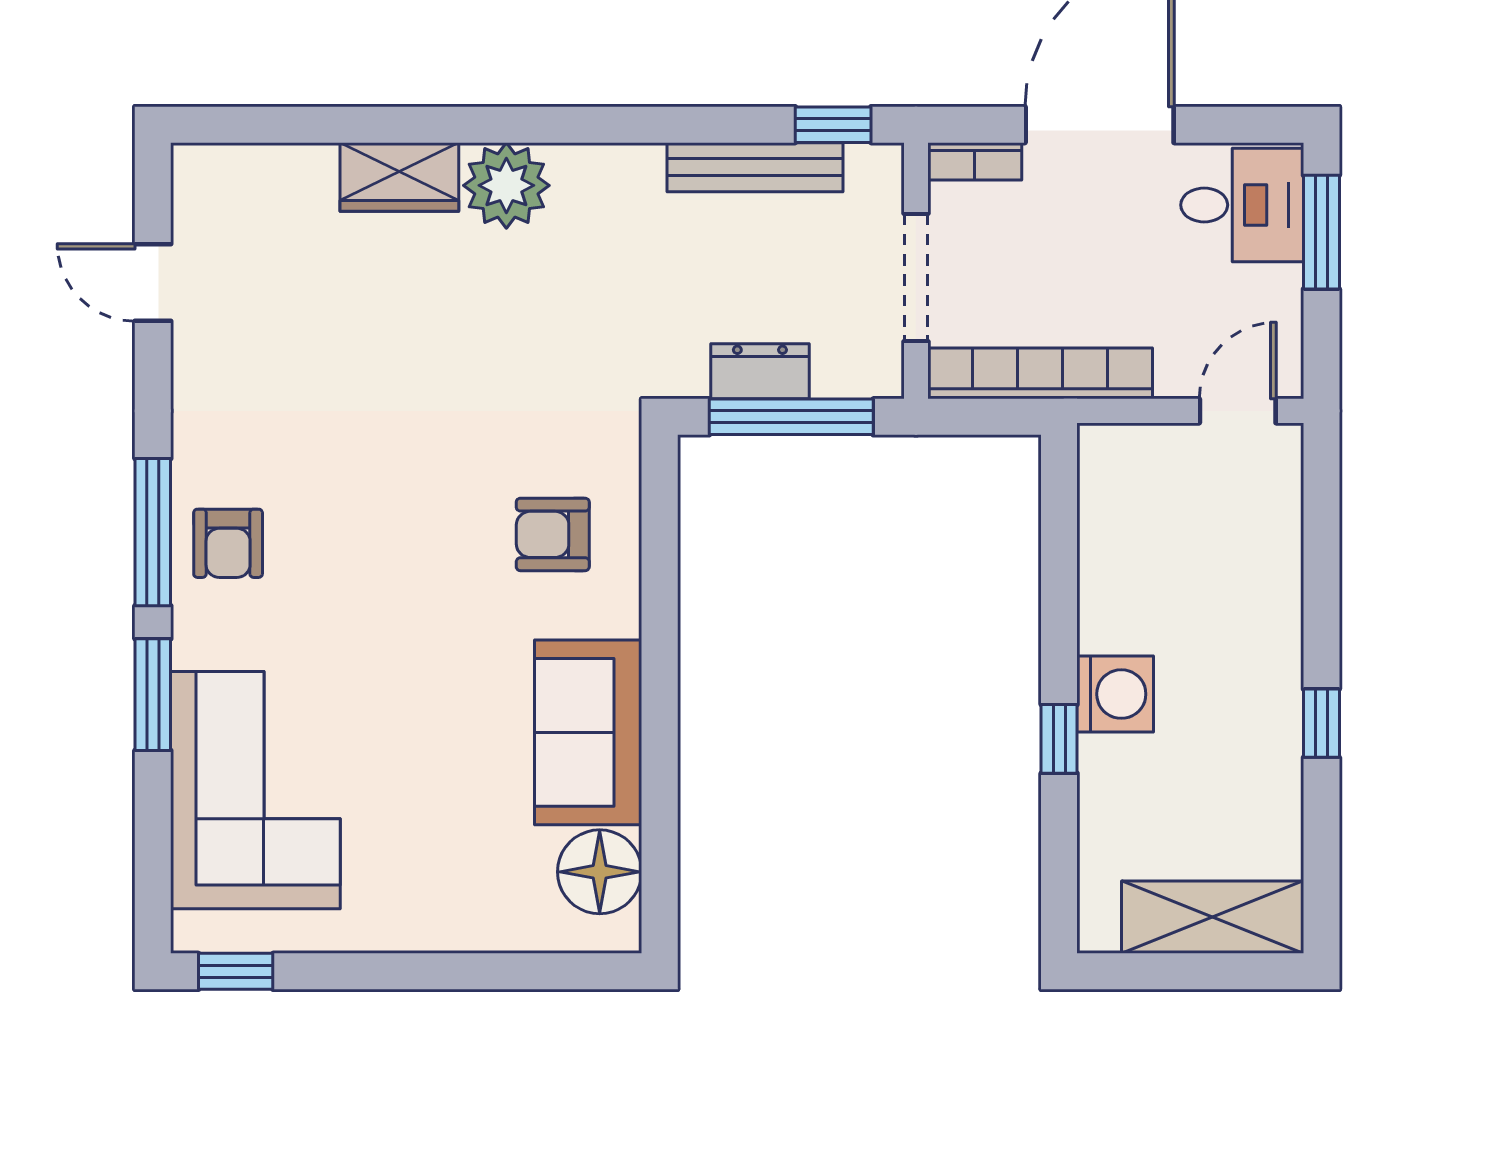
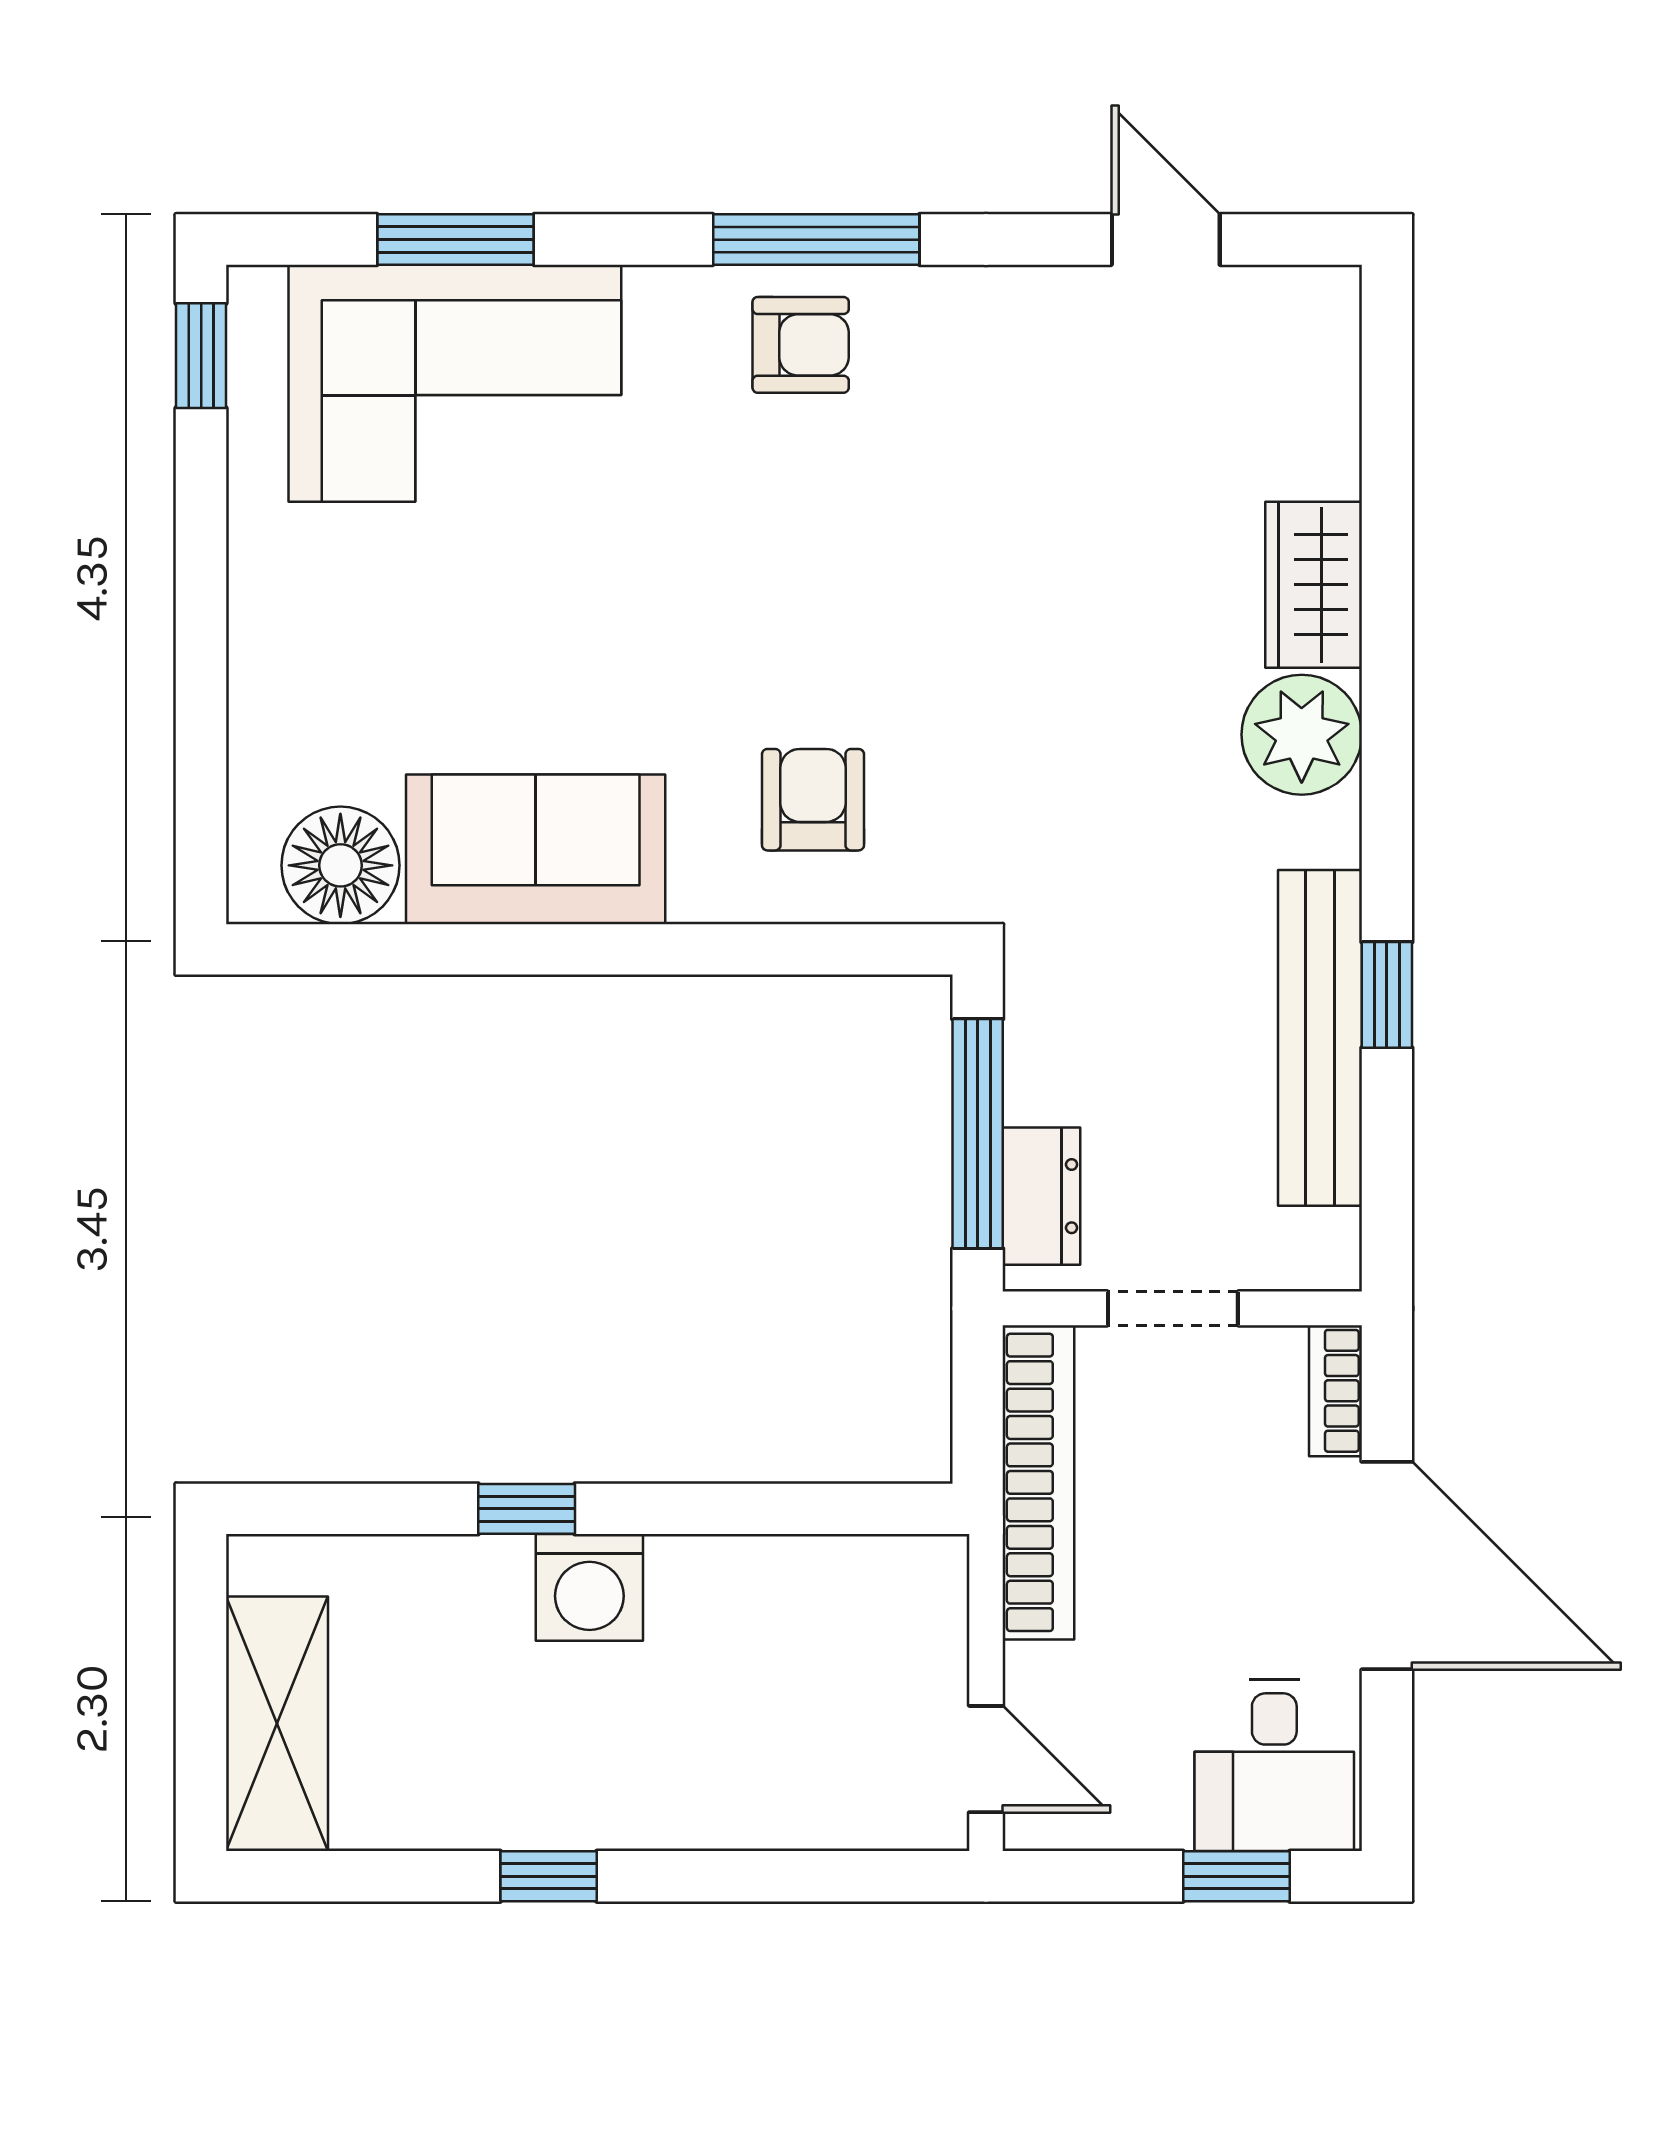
window: (833, 125) -> (1387, 995), moved
bench: (755, 167) -> (1320, 1038), width x1.37, depth x1.21
window: (1321, 232) -> (1236, 1876), width x0.67
doorway: (916, 278) -> (1173, 1308), width x0.73
door: (153, 283) -> (1166, 240), hinge flipped
dresser: (760, 371) -> (1041, 1196), moved
armchair: (228, 543) -> (801, 345), turned 180
window: (153, 695) -> (456, 240), moved

